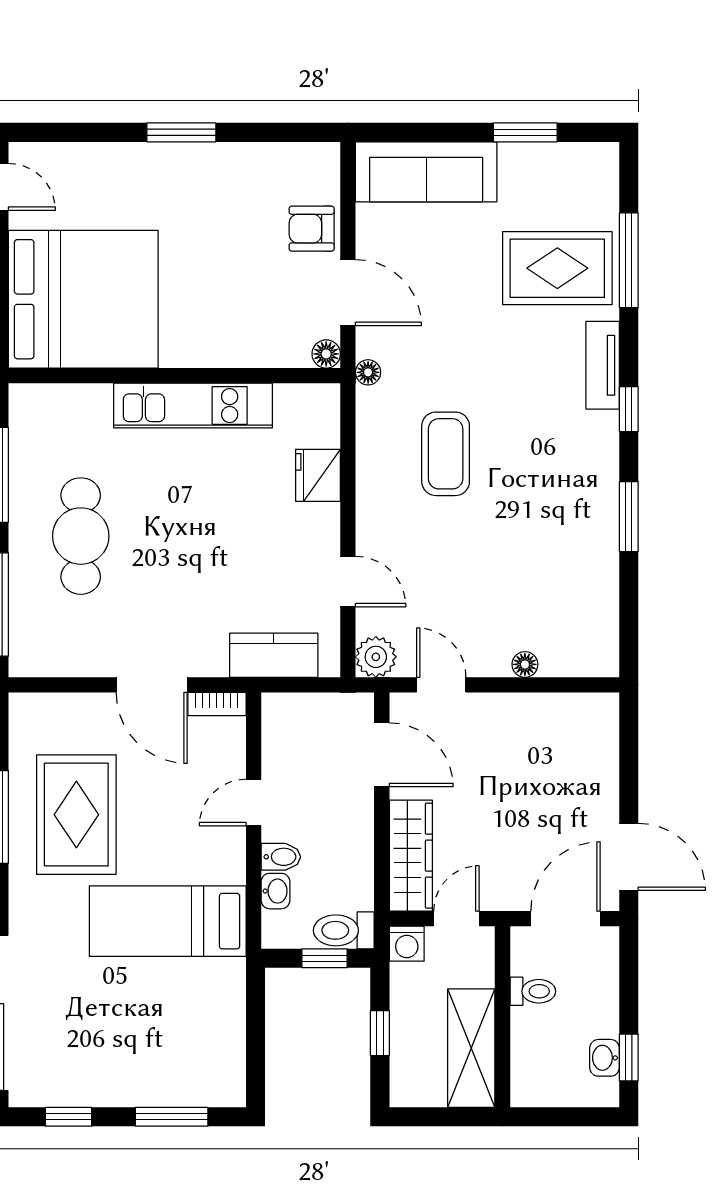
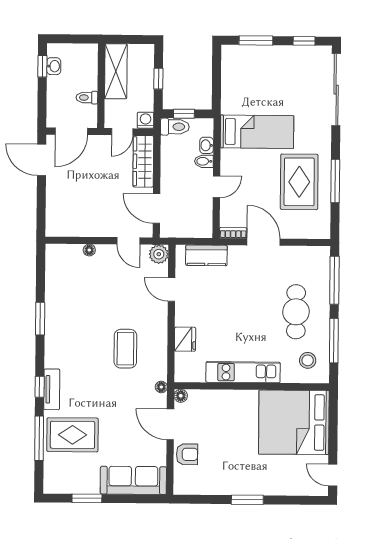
window: (629, 409) -> (40, 387), moved
stool: (55, 432) -> (308, 360), added

